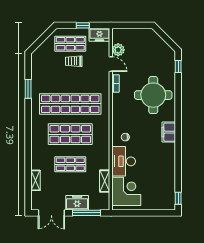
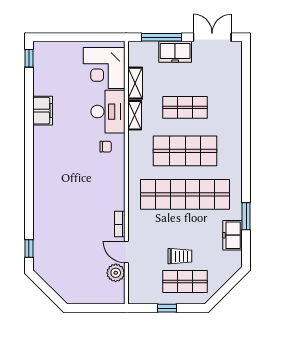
freezer: (99, 35) -> (232, 235), moved, turned -90
round table: (153, 95) -> (65, 207), removed
filing cabinet: (169, 132) -> (43, 111), moved
shelving: (35, 180) -> (135, 115), moved

